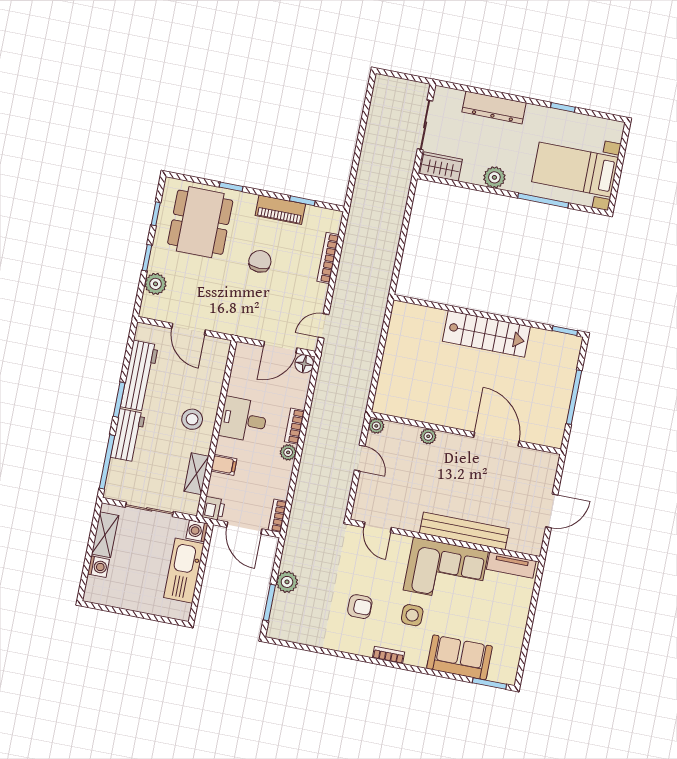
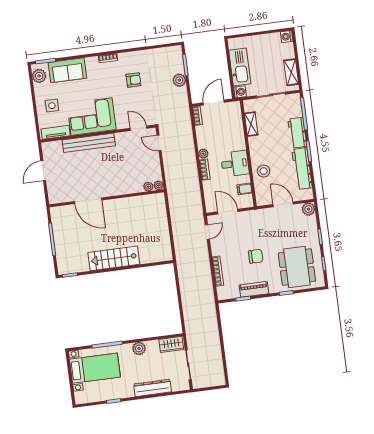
chair: (260, 261) -> (256, 256), turned -90
plant: (156, 284) -> (308, 209), moved
door: (280, 347) -> (228, 212), hinge flipped
floor lamp: (304, 364) -> (211, 207), removed
stool: (192, 419) -> (264, 171), moved
plant: (428, 436) -> (148, 187), moved
door: (360, 458) -> (159, 143), moved
filing cabinet: (224, 465) -> (244, 189), moved
printer: (214, 509) -> (235, 108), removed
door: (244, 528) -> (214, 102), hinge flipped
washing machine: (98, 567) -> (287, 37), moved
armchair: (360, 607) -> (133, 80), turned 180
side table: (412, 615) -> (52, 106), moved
plant: (507, 664) -> (39, 76), added

